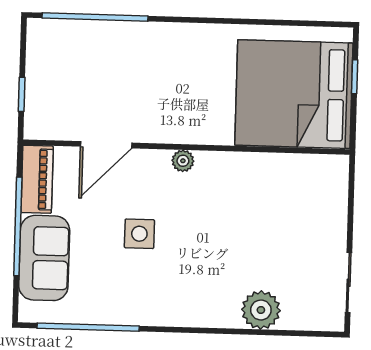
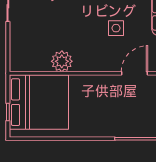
plant: (183, 161) -> (62, 61), moved, width x1.88, depth x1.88

